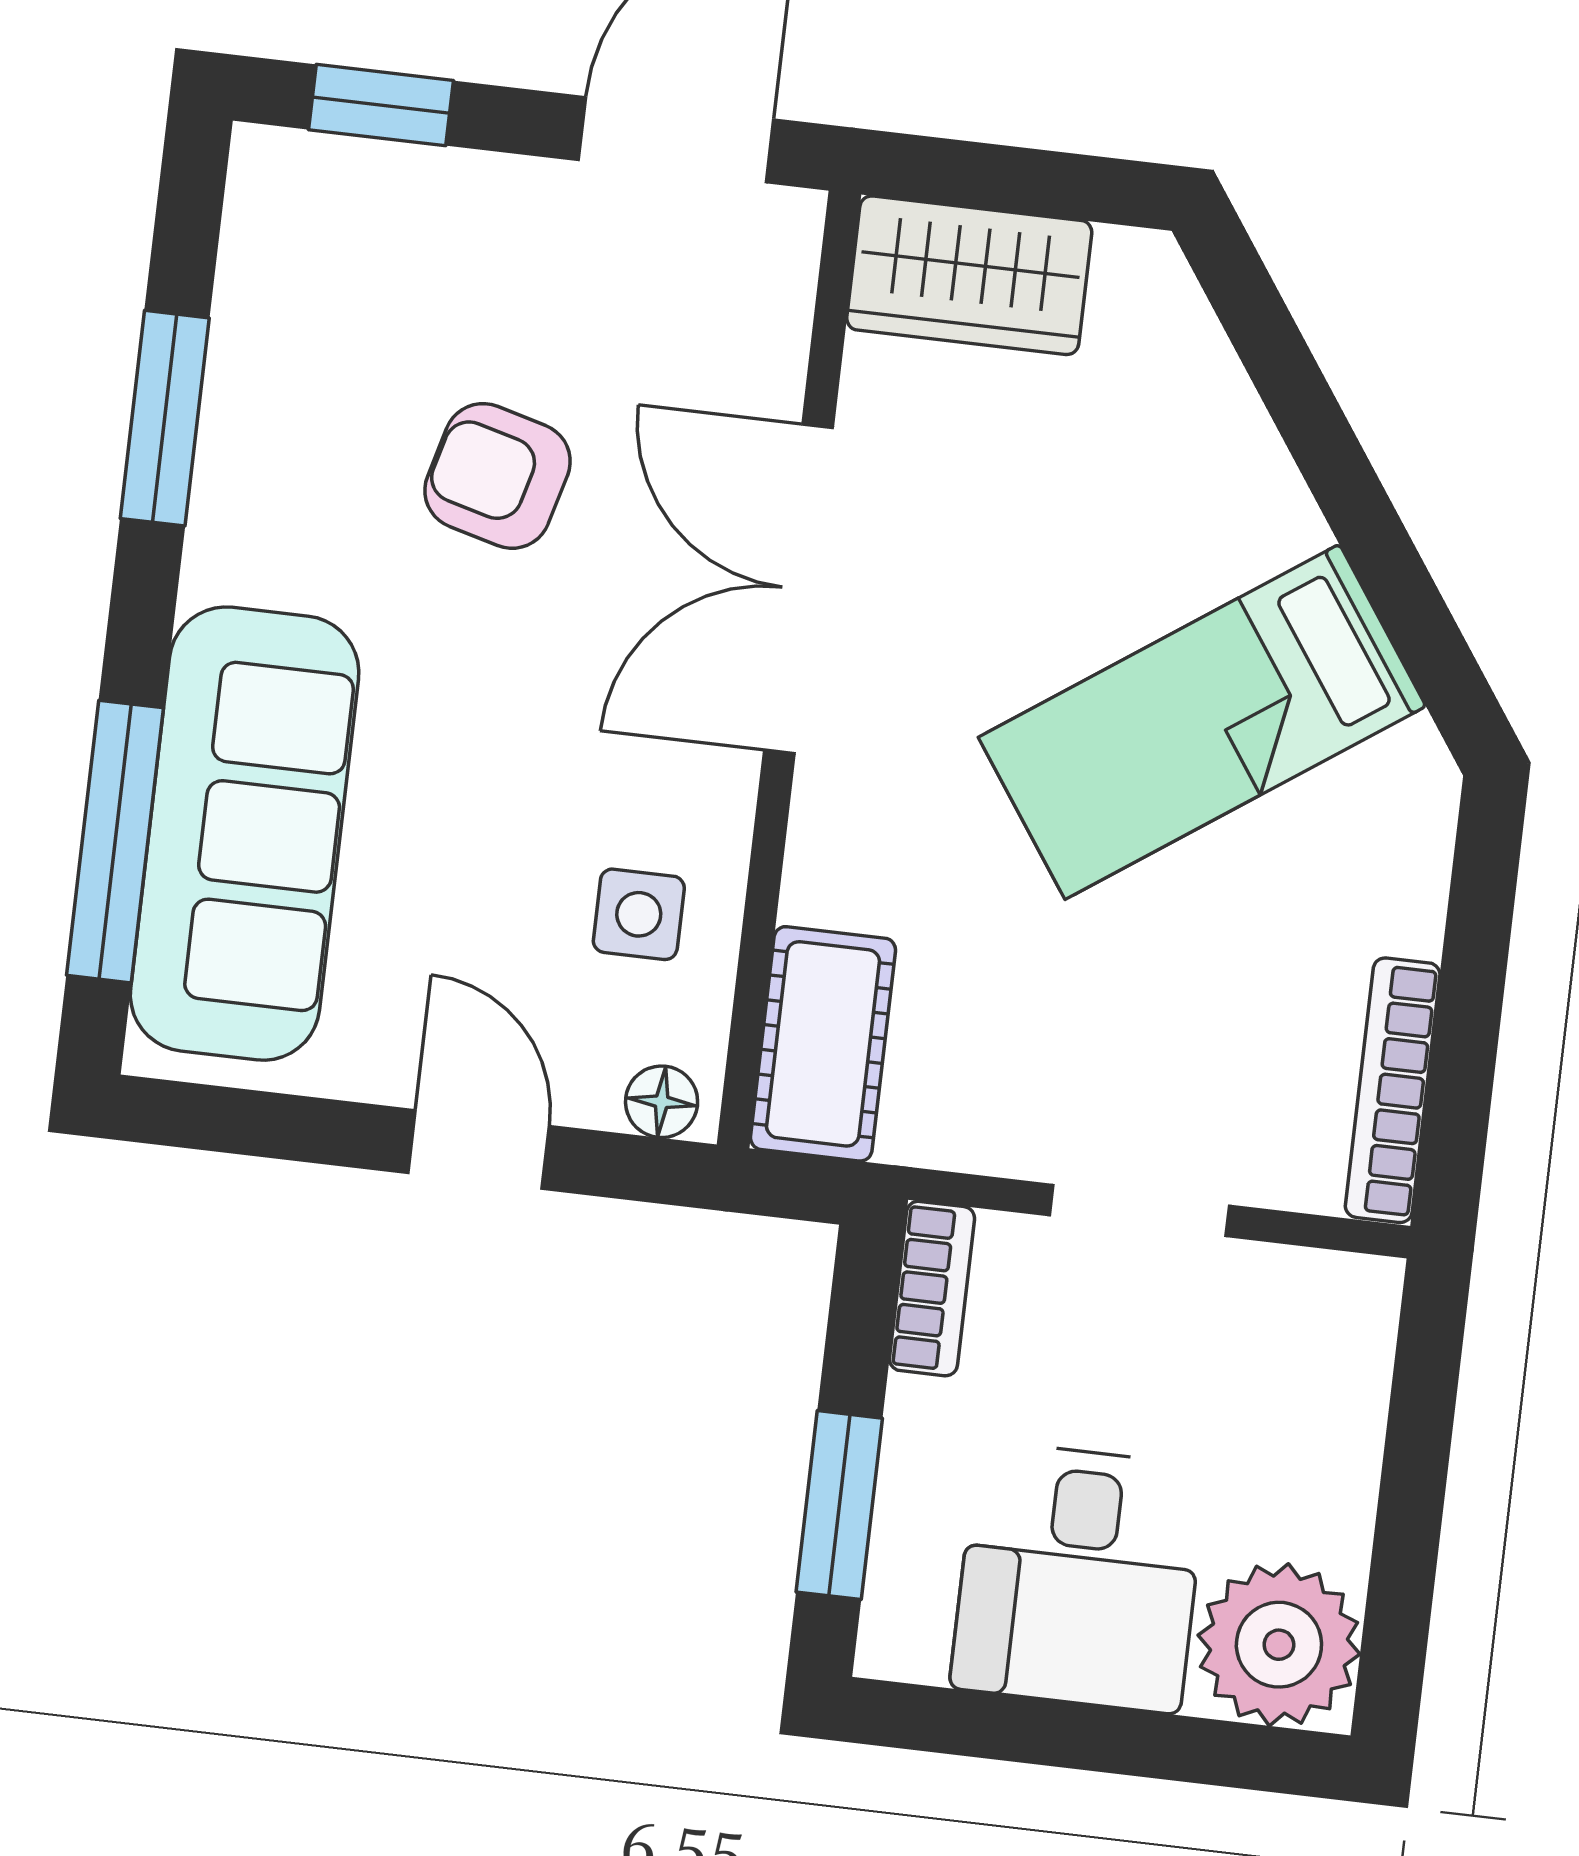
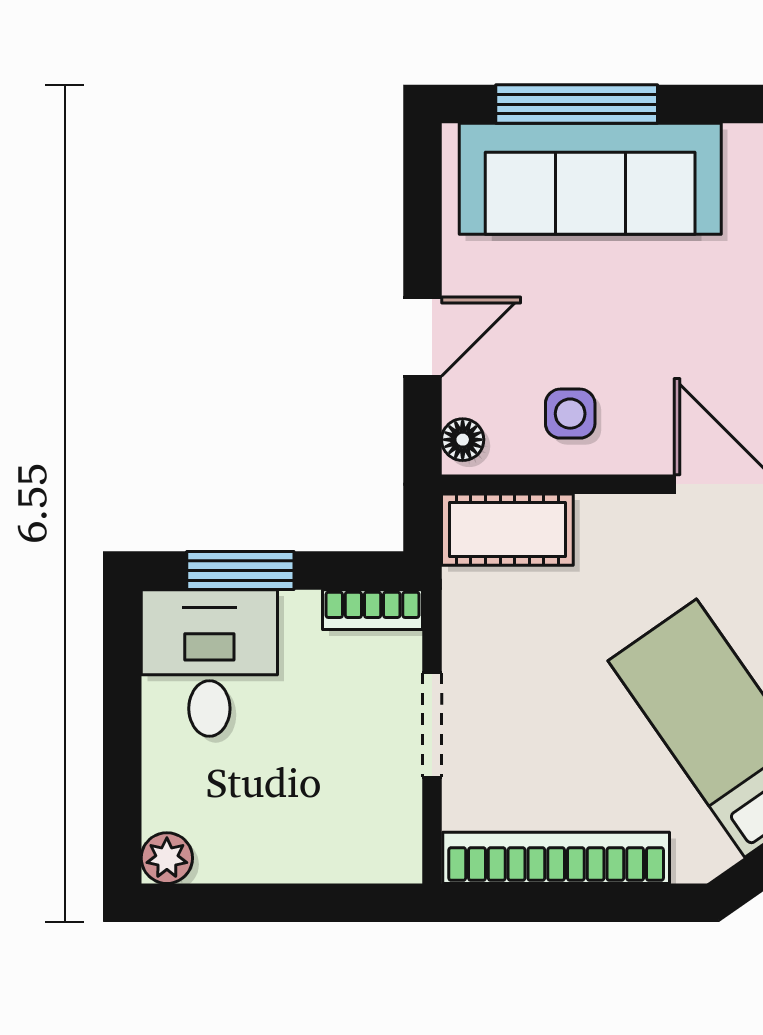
bookcase: (1393, 1090) -> (556, 858), width x1.48, depth x1.31
desk: (1079, 1577) -> (209, 663), moved, turned 90
plant: (1279, 1645) -> (167, 858), width x0.53, depth x0.53

